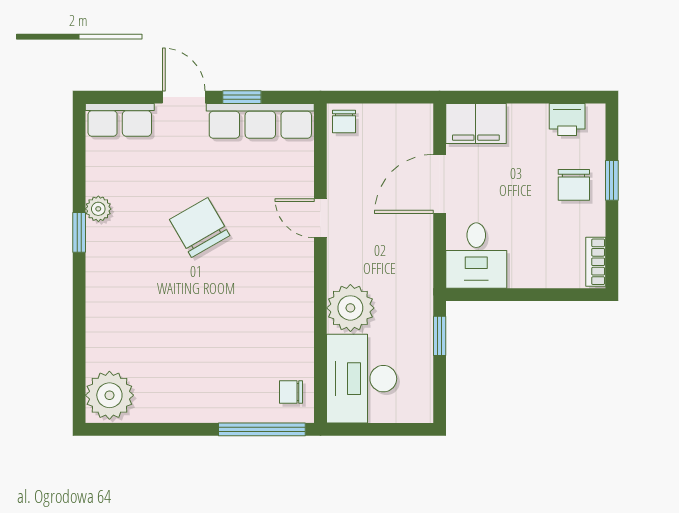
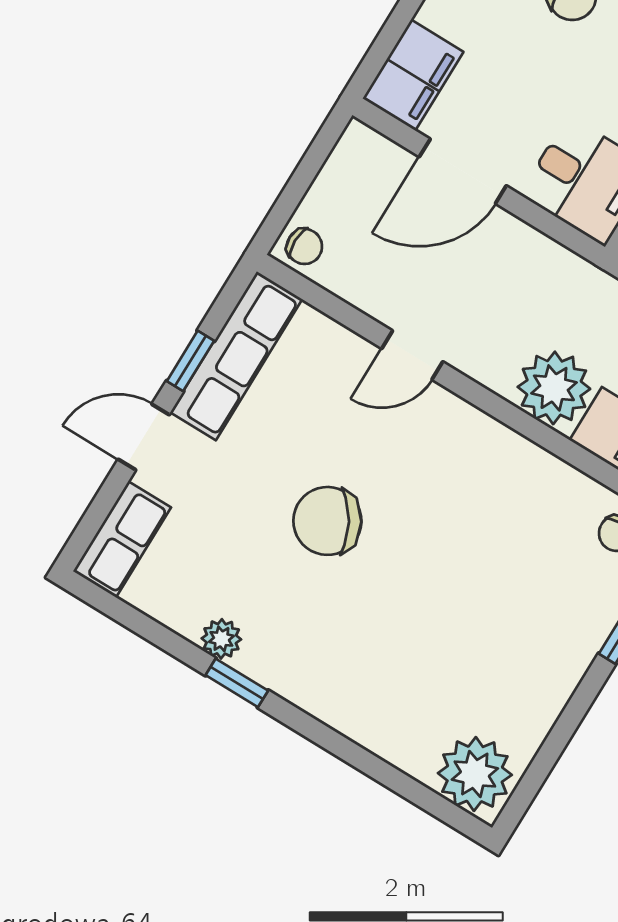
door: (440, 184) -> (463, 171), hinge flipped

